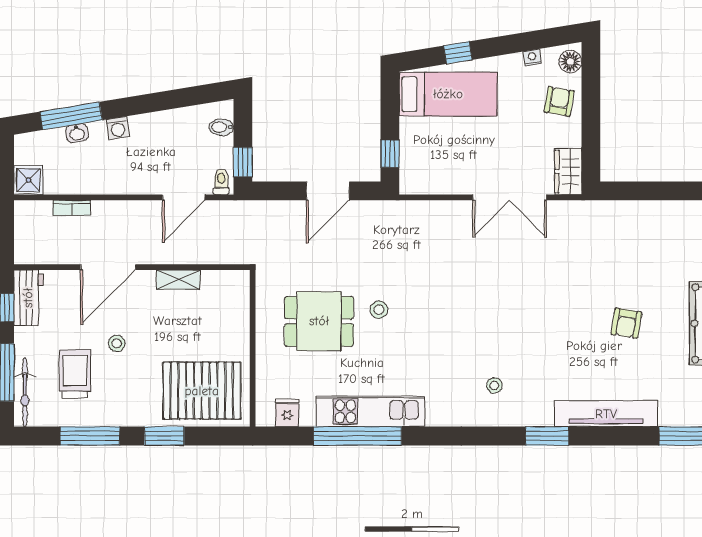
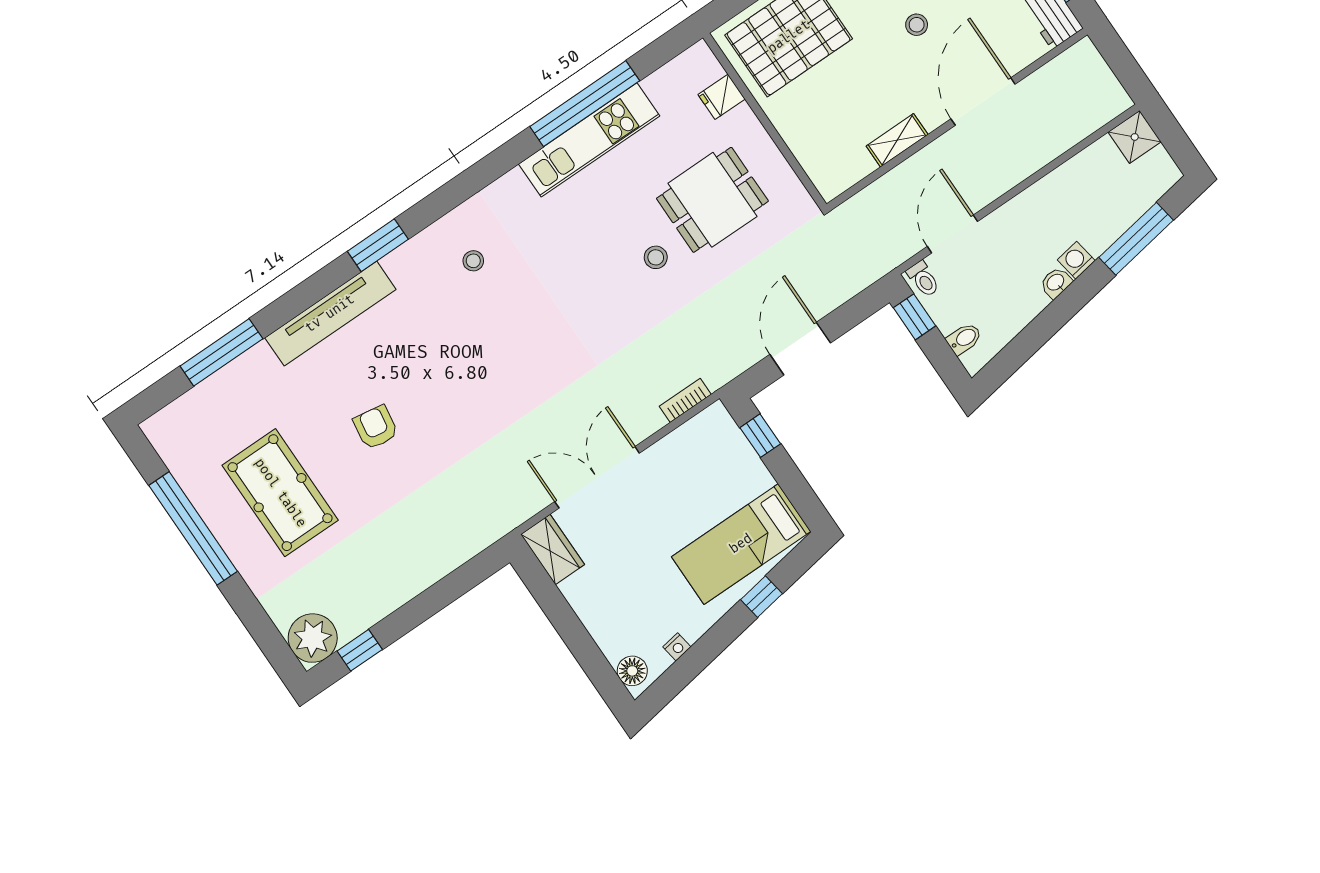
armchair: (559, 101) -> (615, 619), removed
washbasin: (77, 133) -> (1056, 283), moved
bookcase: (72, 208) -> (685, 400), moved
fridge: (287, 413) -> (722, 97), moved, turned 90

